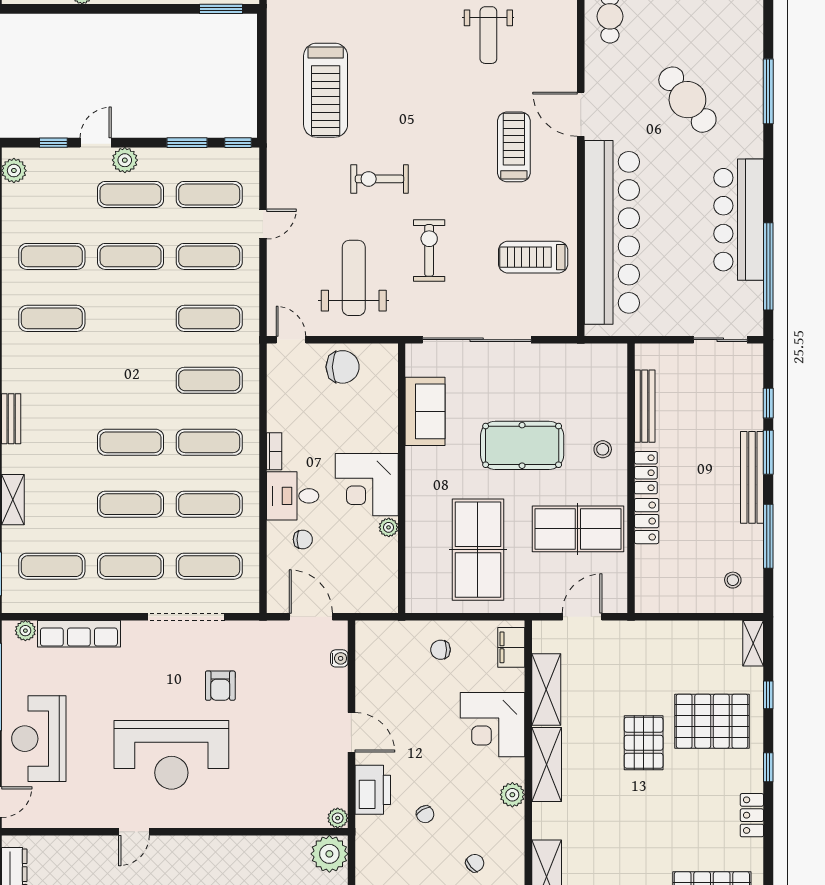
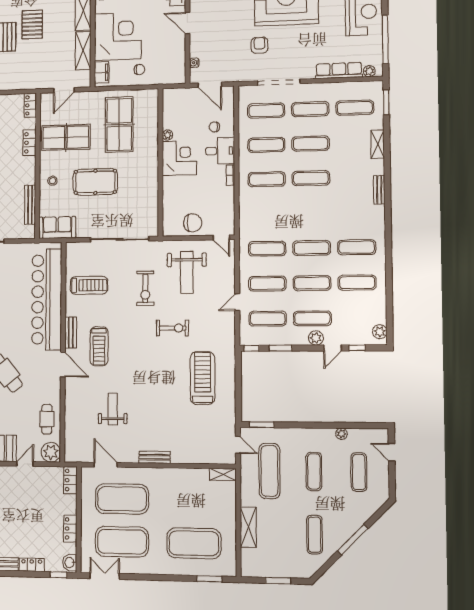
bench: (566, 172) -> (71, 333), added
chair: (343, 367) -> (193, 223), turned 180
exercise mat: (209, 380) -> (312, 248), moved
sofa: (425, 411) -> (57, 228), moved, turned 90
locker: (646, 473) -> (30, 105), moved
corner desk: (492, 725) -> (118, 36), width x1.36, depth x1.36

